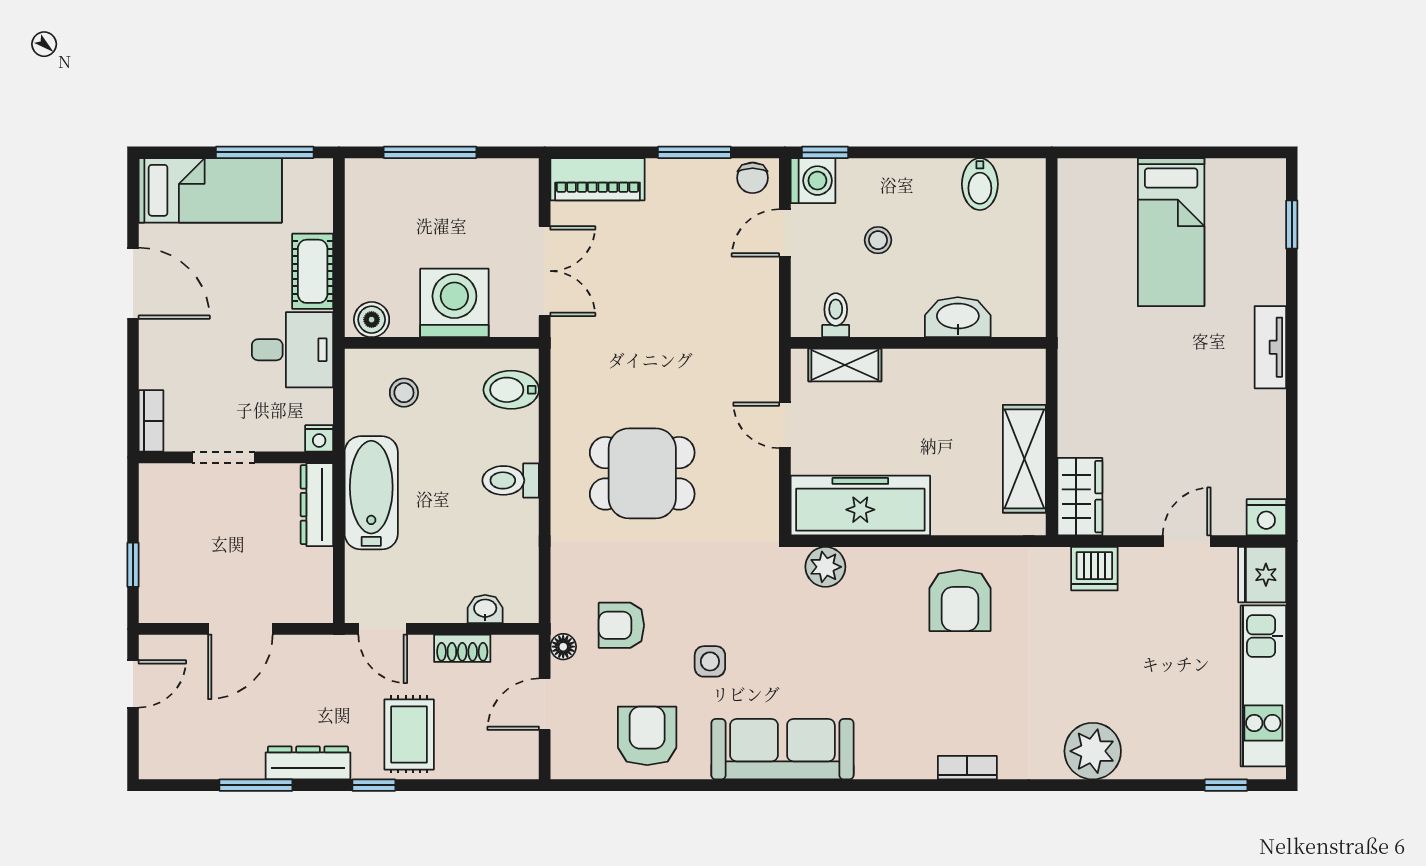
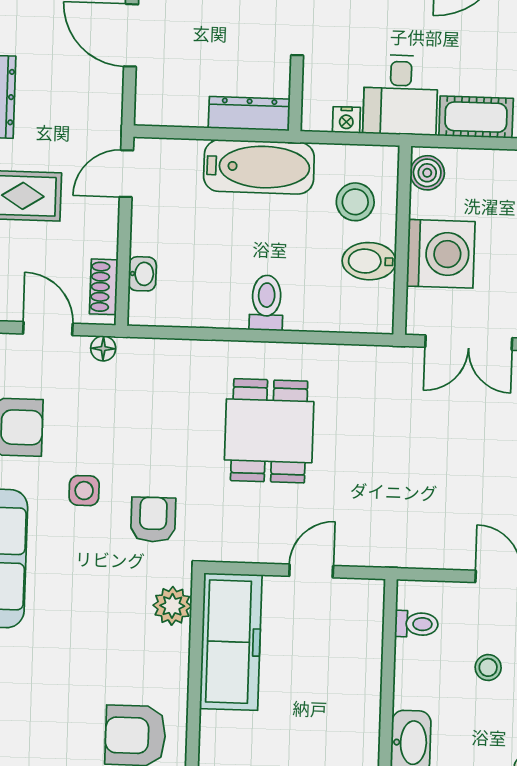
shelving: (845, 365) -> (368, 631), removed
bidet: (511, 390) -> (369, 261), moved, turned -90
stool: (404, 393) -> (355, 202), width x1.37, depth x1.37
nightstand: (319, 438) -> (346, 120), moved, turned -90
armchair: (621, 625) -> (153, 520), moved
shoe rack: (462, 648) -> (104, 287), moved

